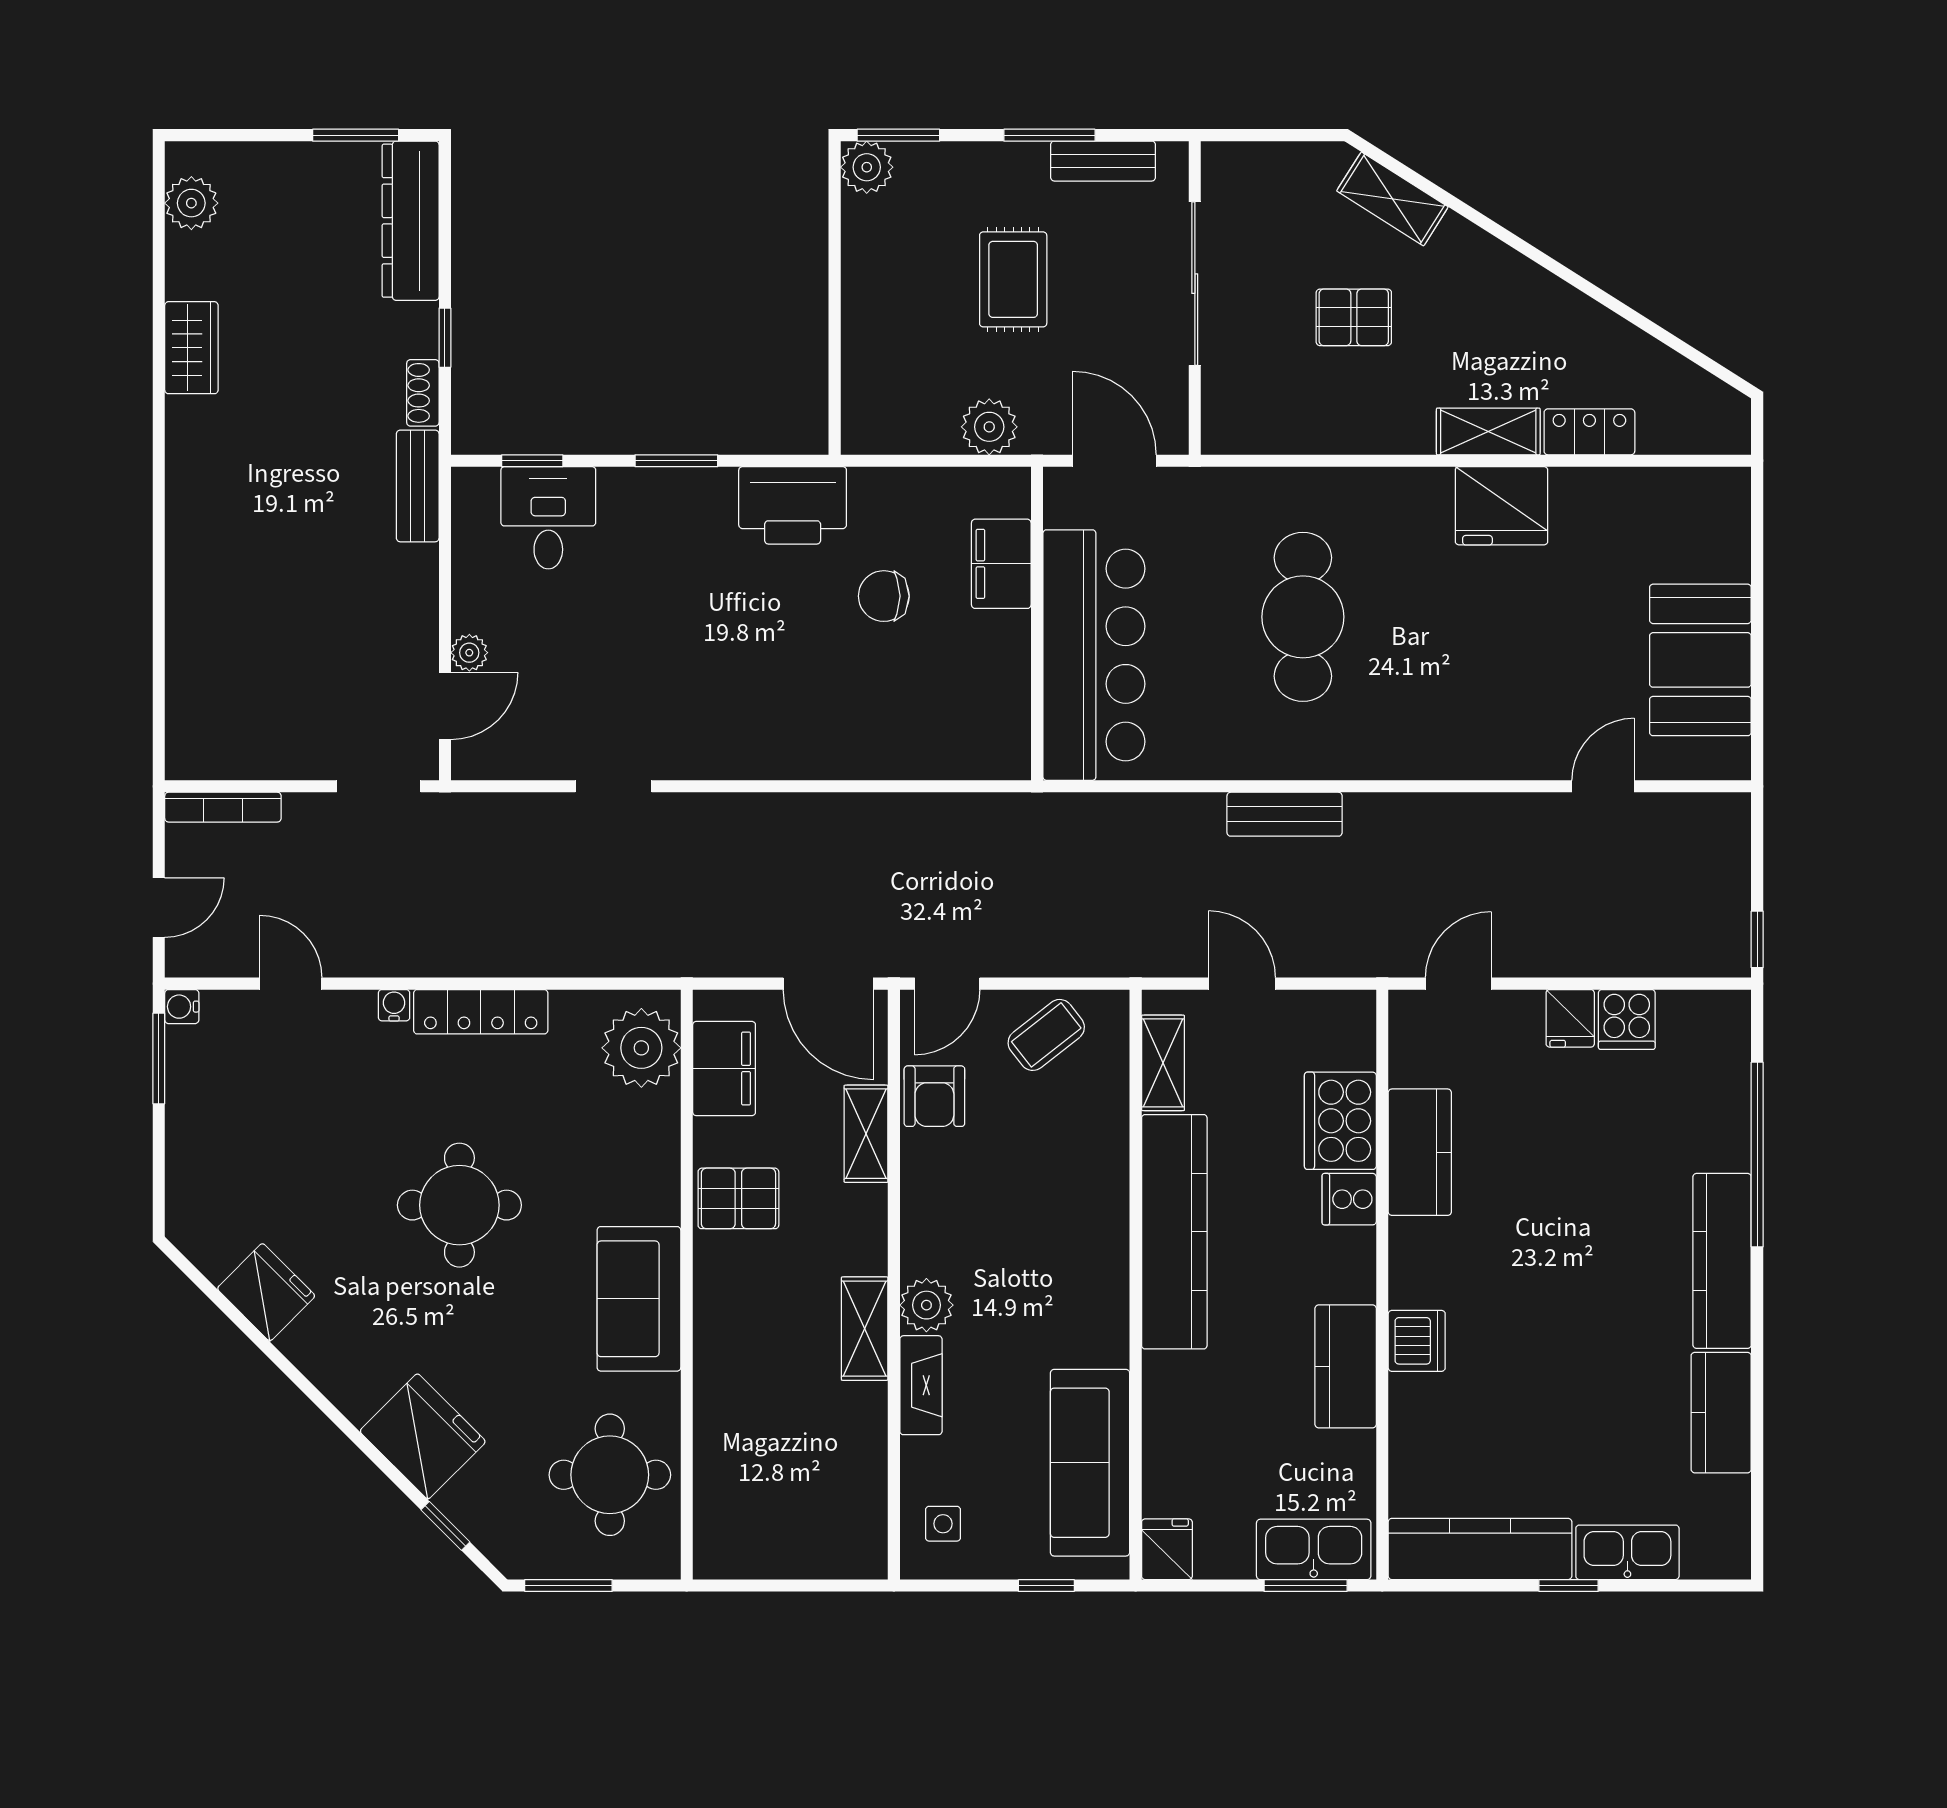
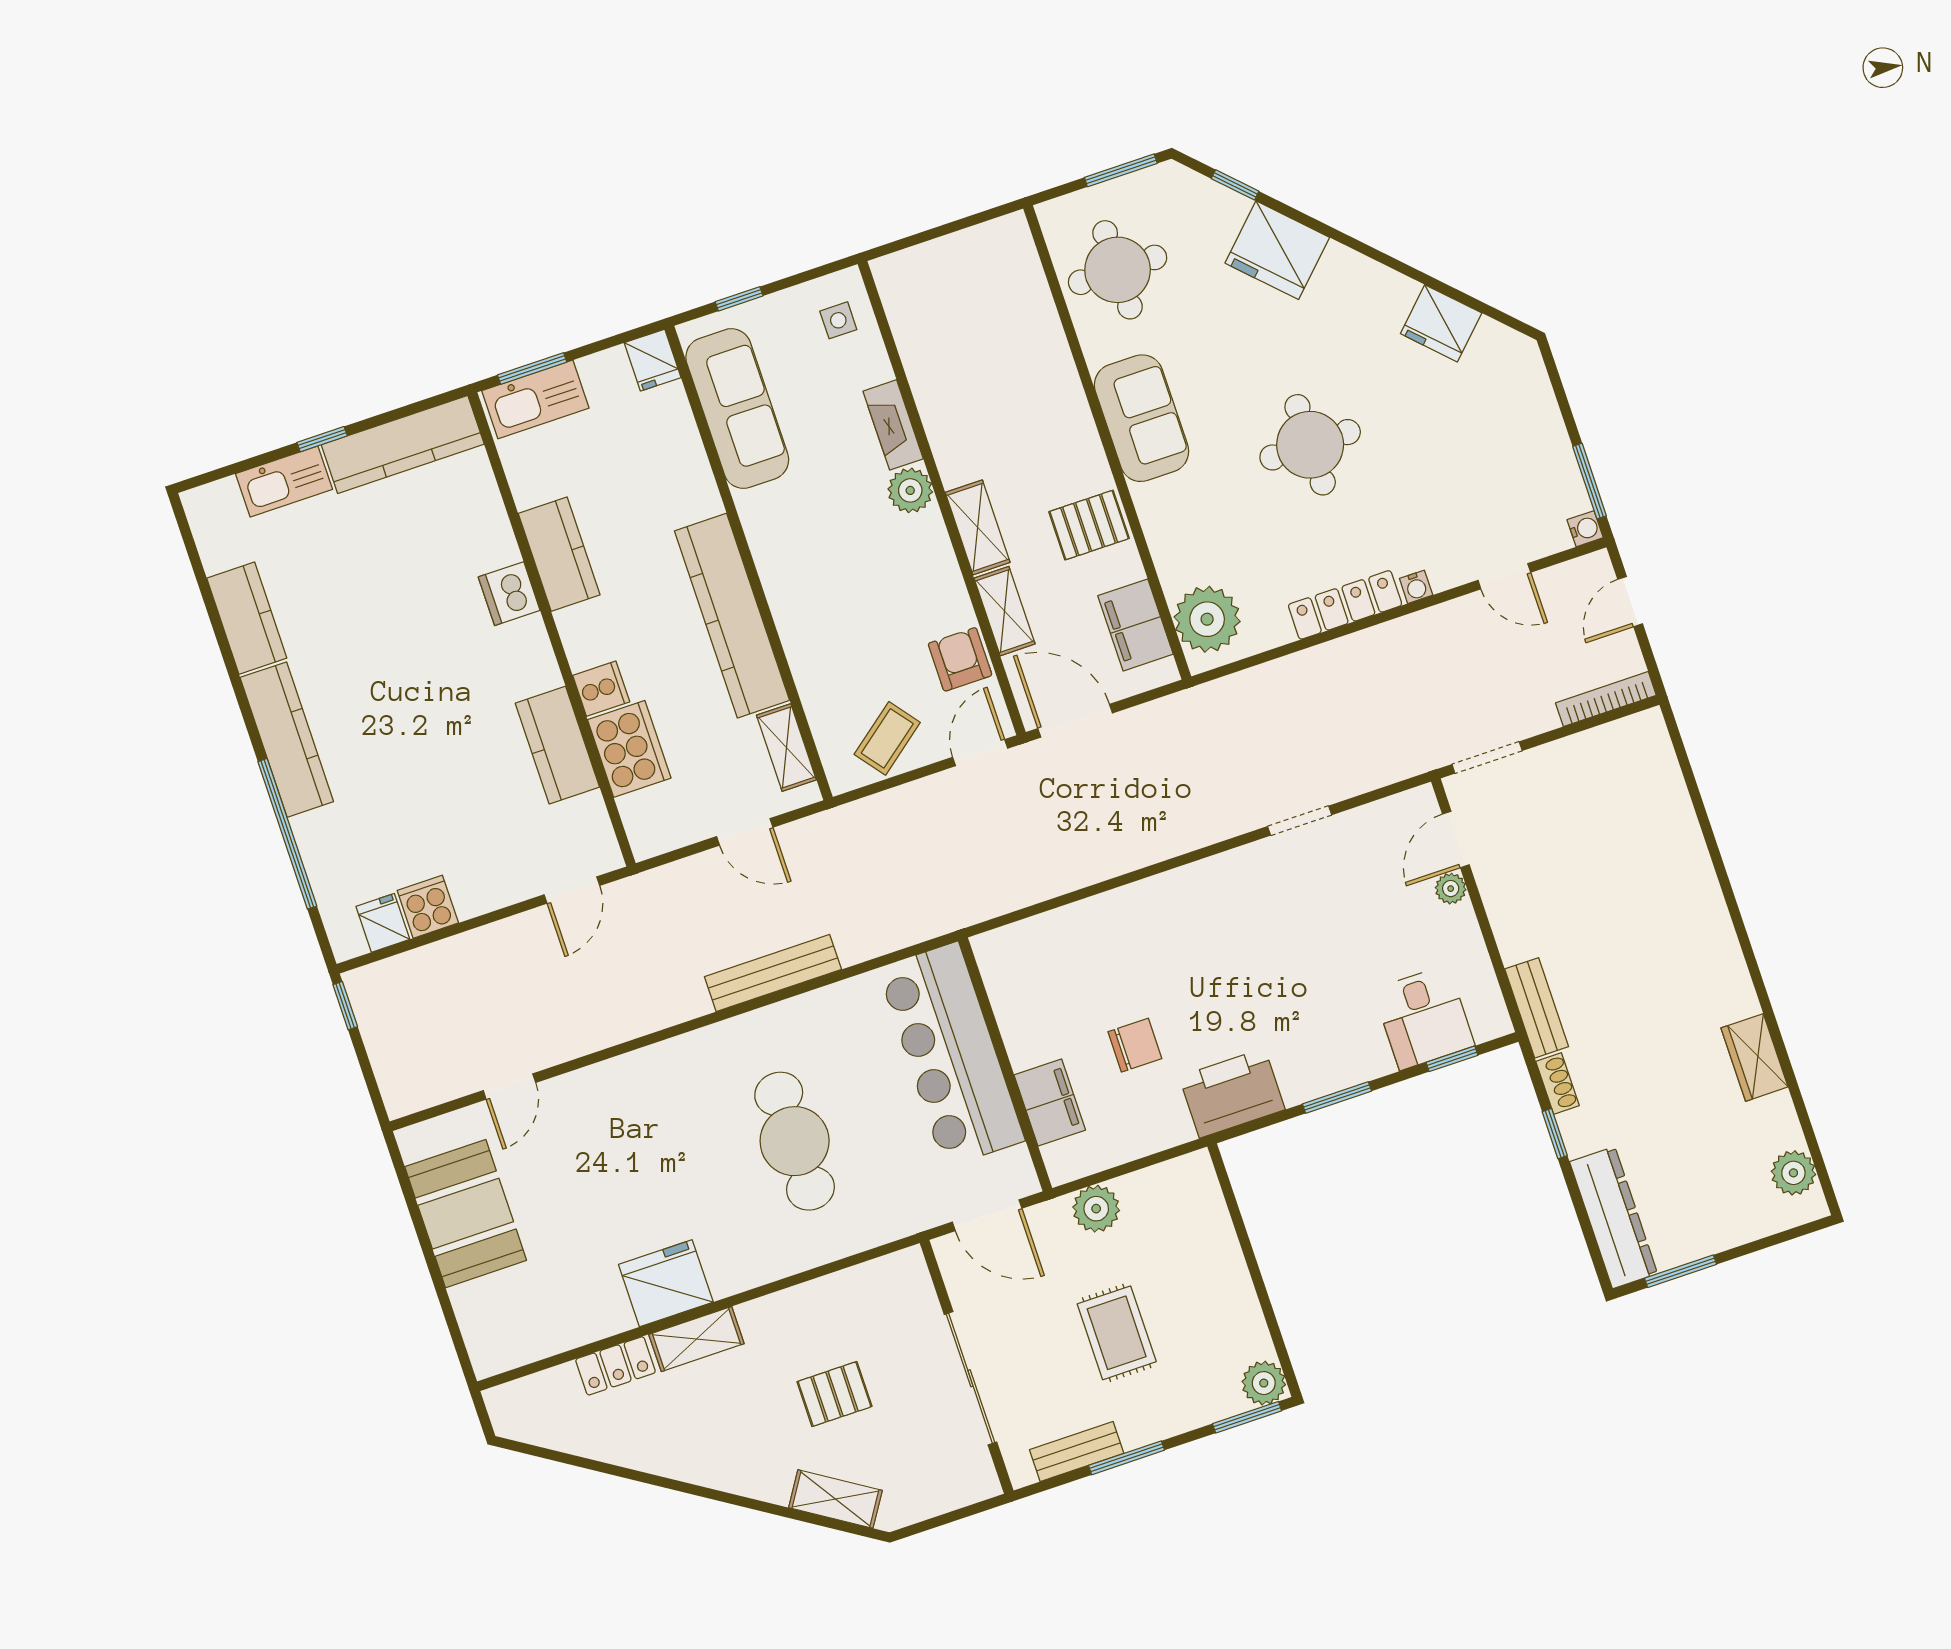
bench: (1285, 814) -> (773, 973), width x1.36
fridge: (1570, 1018) -> (383, 923), moved
shelving: (865, 1329) -> (978, 527), moved

